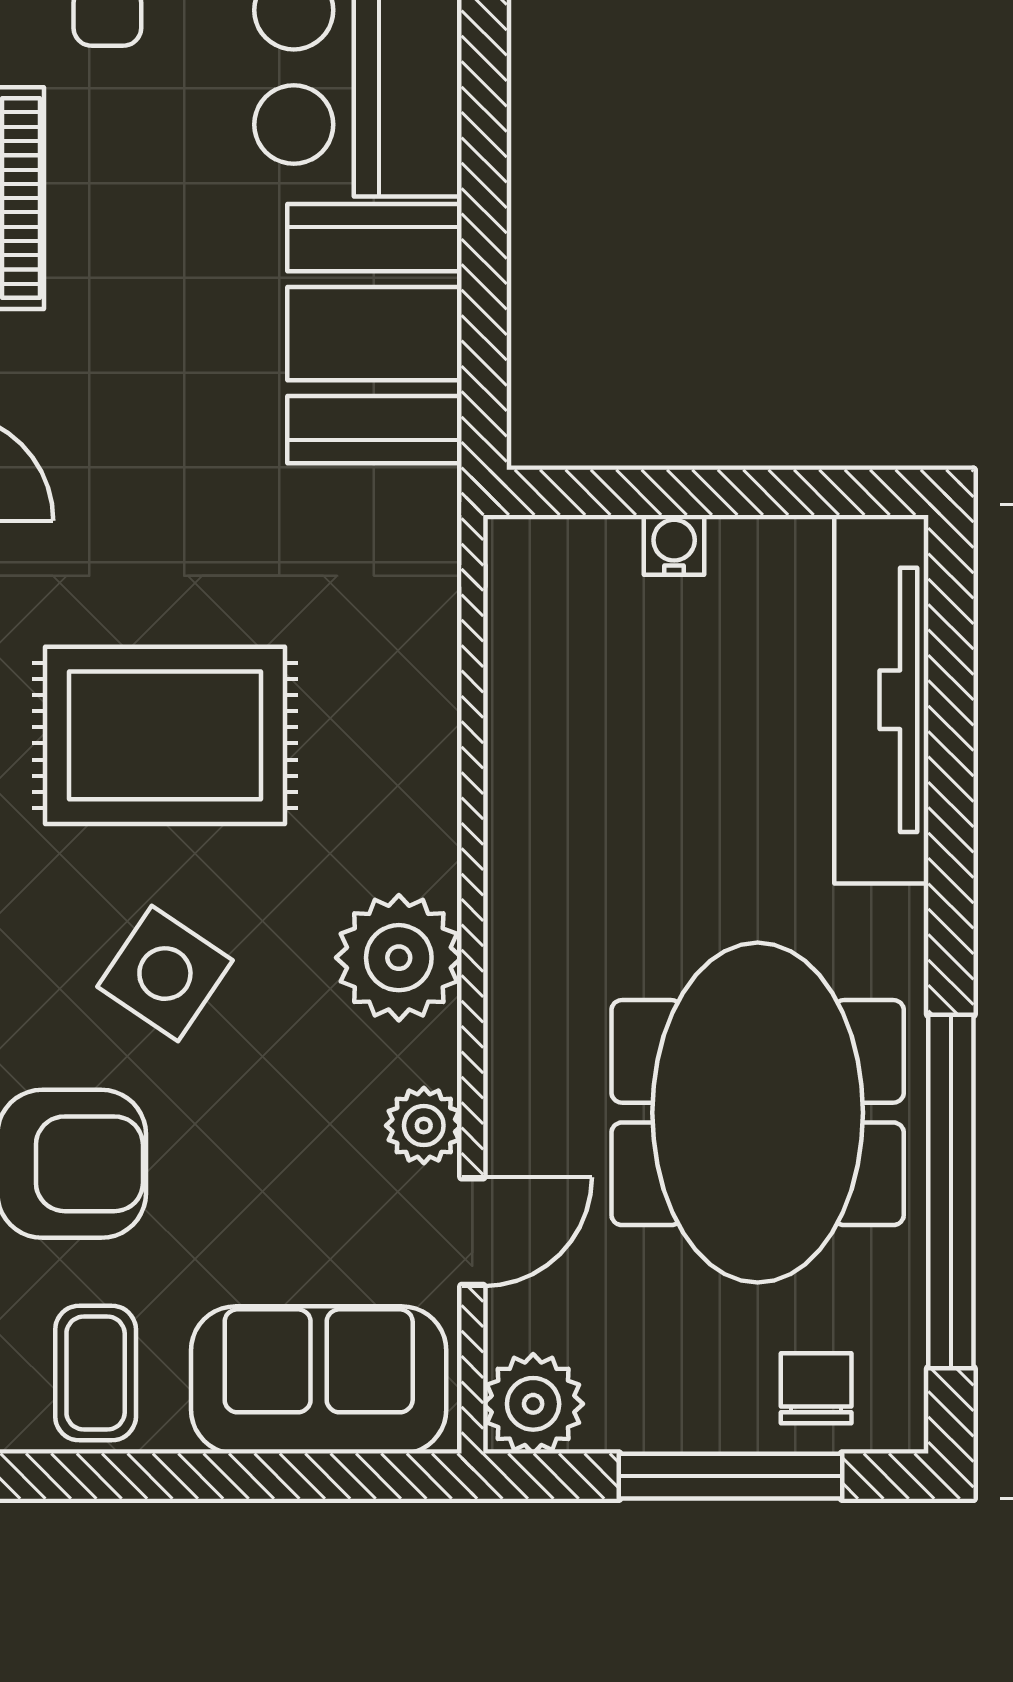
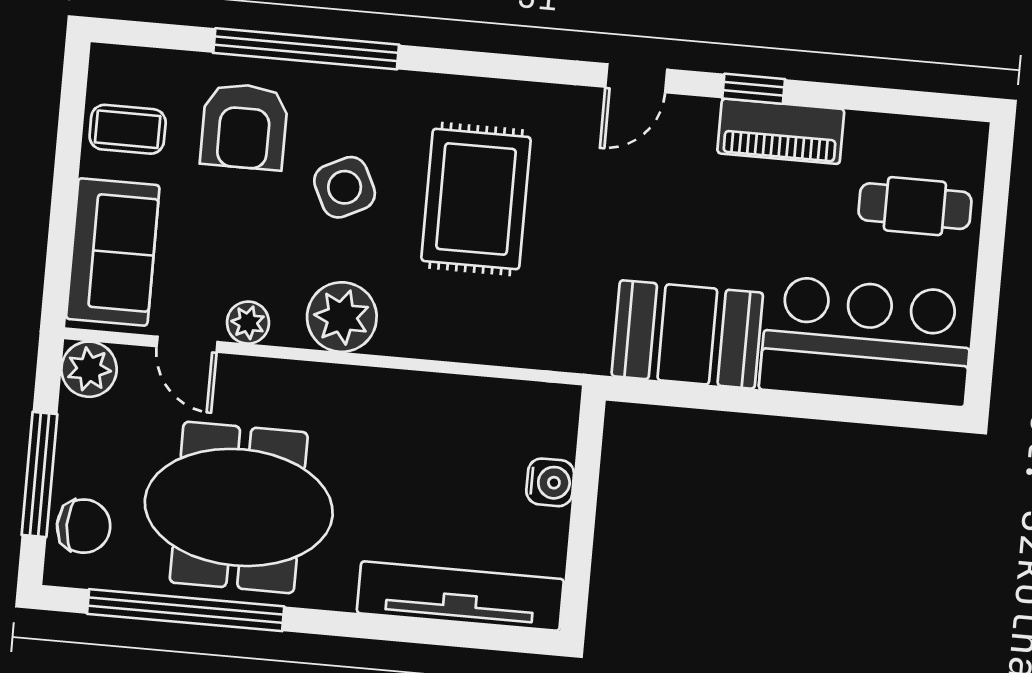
water cooler: (674, 545) -> (550, 482), width x1.38, depth x1.38
side table: (165, 974) -> (345, 187), turned 30
chair: (816, 1388) -> (84, 526), width x1.37, depth x1.37

